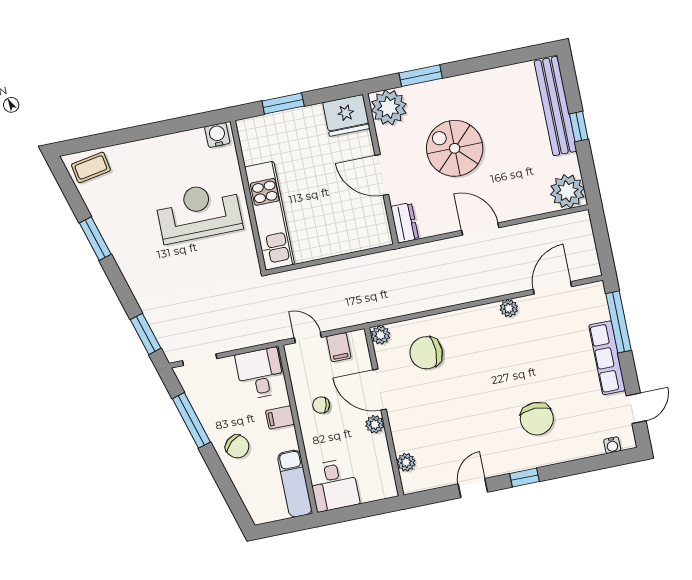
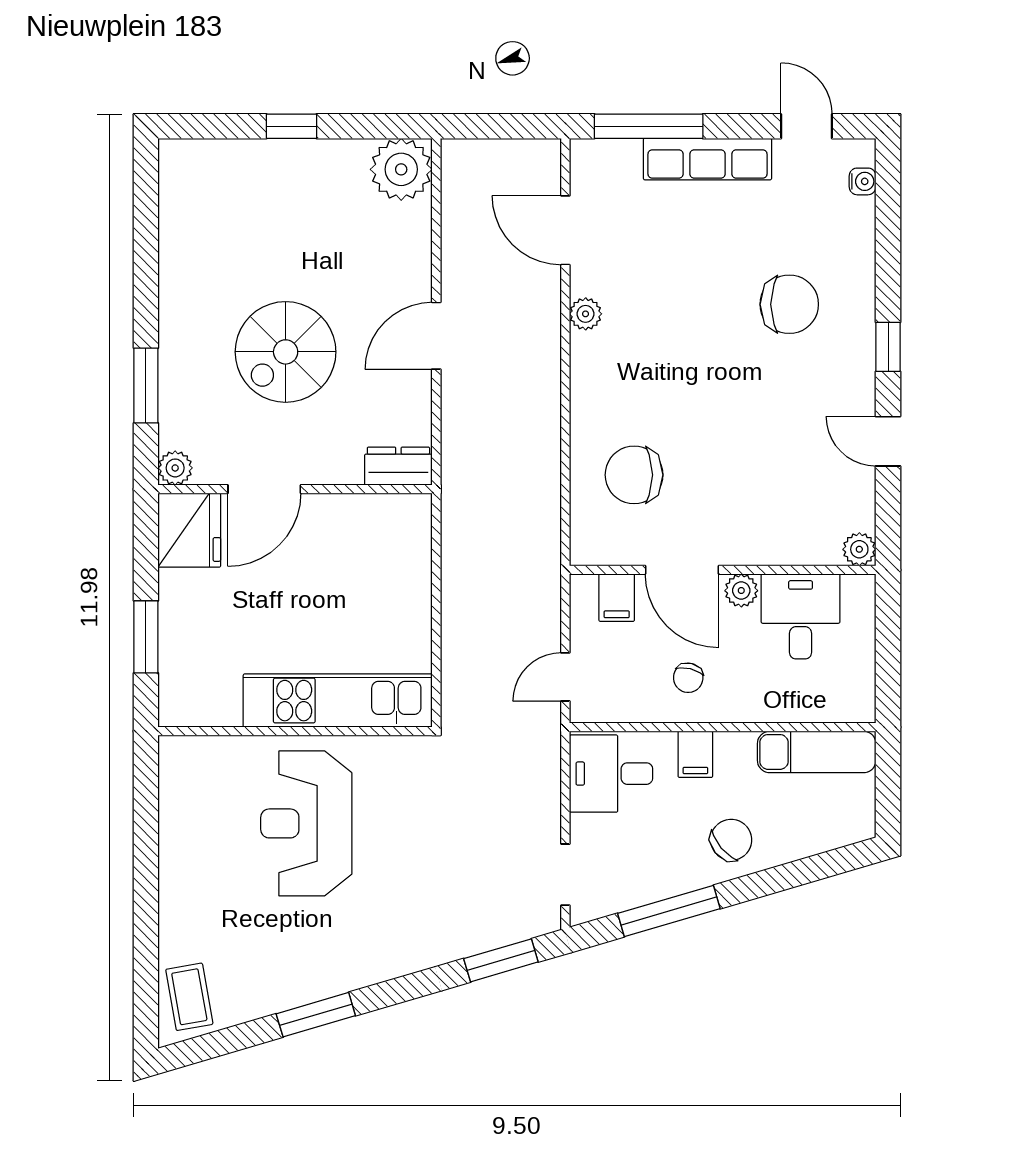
bench: (555, 106) -> (247, 160), removed
plant: (389, 107) -> (175, 468), width x0.53, depth x0.53
water cooler: (217, 135) -> (177, 764), removed
door: (382, 175) -> (264, 489), moved
plant: (380, 335) -> (587, 549), removed
filing cabinet: (339, 347) -> (617, 598), moved, turned 90
chair: (426, 353) -> (634, 475), turned 90
door: (379, 390) -> (682, 570), hinge flipped
plant: (406, 462) -> (859, 549), moved
desk: (334, 485) -> (801, 616), moved, turned -90

